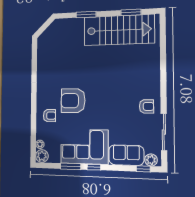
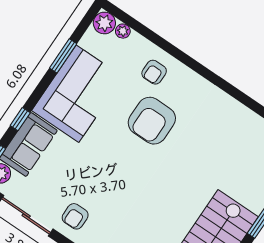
armchair: (73, 101) -> (152, 121), turned 180
window: (94, 167) -> (20, 119), moved

